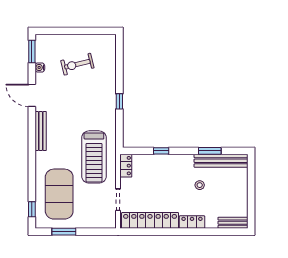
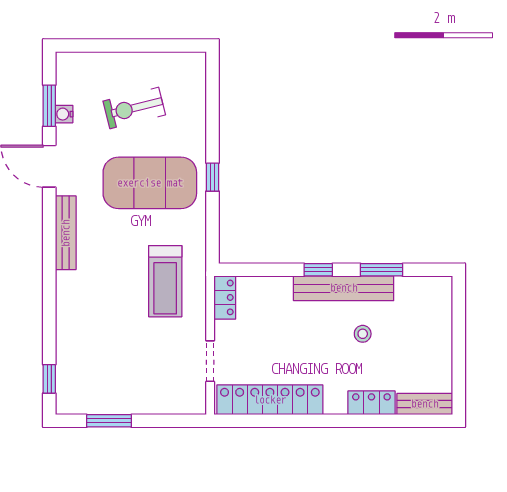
window: (32, 52) -> (49, 106), moved
window: (161, 151) -> (318, 270), moved
treadmill: (94, 157) -> (165, 281), width x0.73, depth x0.73
bench: (221, 161) -> (344, 288), moved
exercise mat: (59, 194) -> (150, 183), moved, turned 90
locker: (192, 222) -> (371, 403), moved

